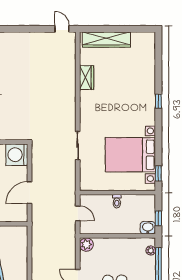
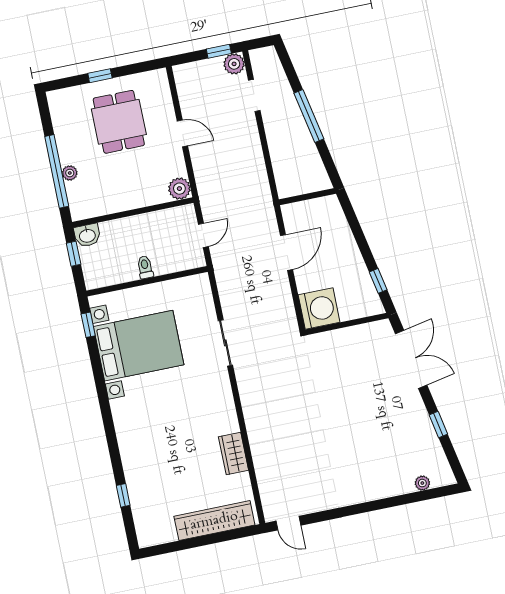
window: (158, 101) -> (123, 495), moved
door: (78, 213) -> (203, 235), swing flipped
plant: (151, 251) -> (70, 173), moved

